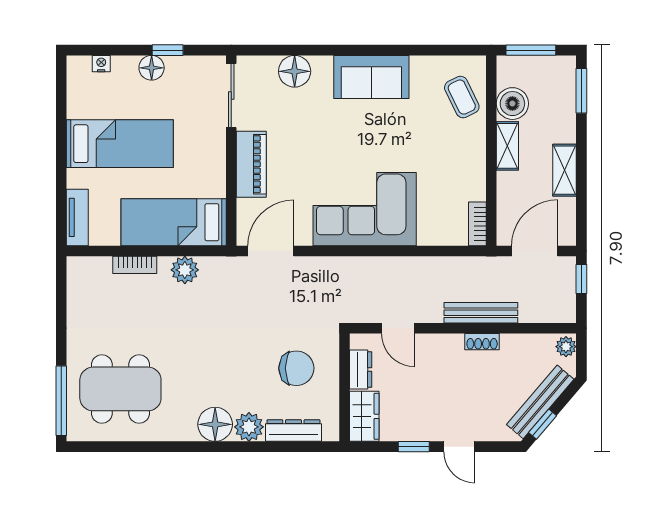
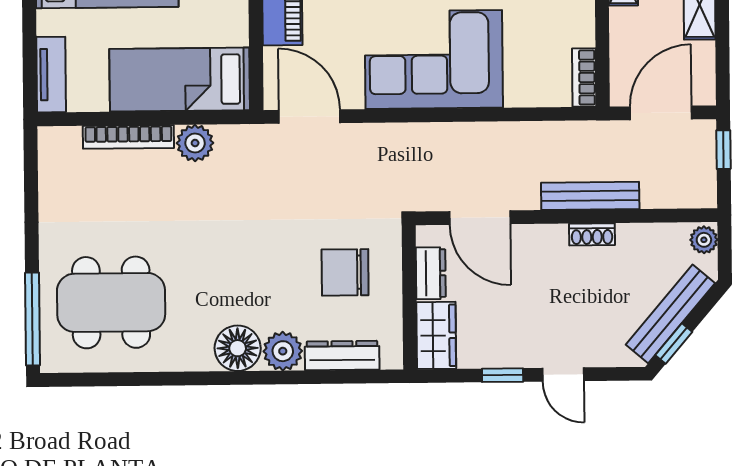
door: (271, 251) -> (310, 117), hinge flipped
bookcase: (135, 265) -> (128, 137), width x1.56
door: (398, 328) -> (480, 218), width x1.38
chair: (296, 368) -> (345, 272), turned 180

